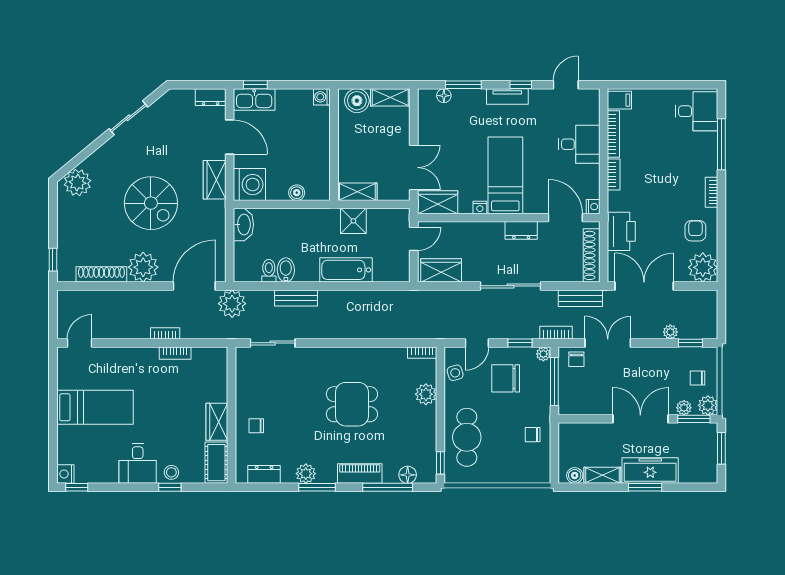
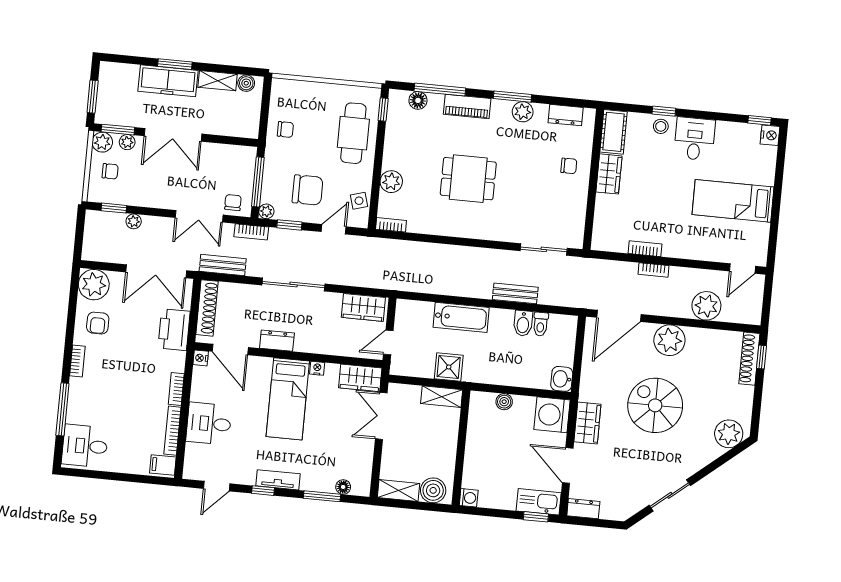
washbasin: (243, 224) -> (562, 379), width x0.72
shoe rack: (101, 274) -> (749, 359), moved, turned 90
plant: (232, 304) -> (706, 306), moved

